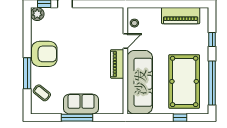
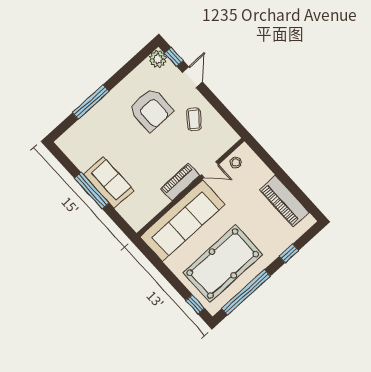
armchair: (44, 54) -> (151, 110), moved
coffee table: (42, 93) -> (194, 119), moved
window: (180, 118) -> (195, 304), moved

